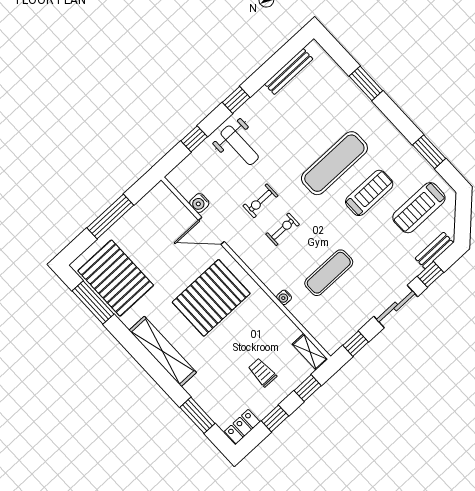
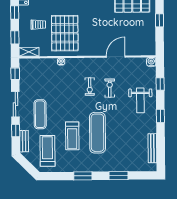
weight bench: (240, 145) -> (140, 100), turned -90
window: (429, 152) -> (83, 176), moved
water cooler: (199, 203) -> (151, 62), moved
window: (110, 216) -> (160, 20), width x0.46
exercise mat: (329, 273) -> (40, 114), moved
pallet: (211, 298) -> (65, 33), moved

